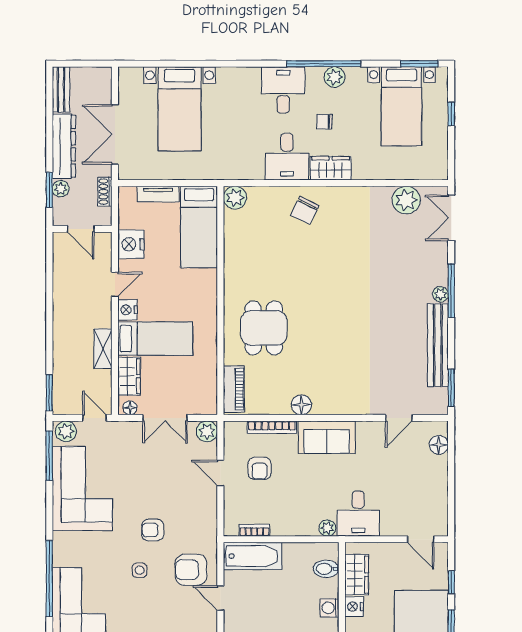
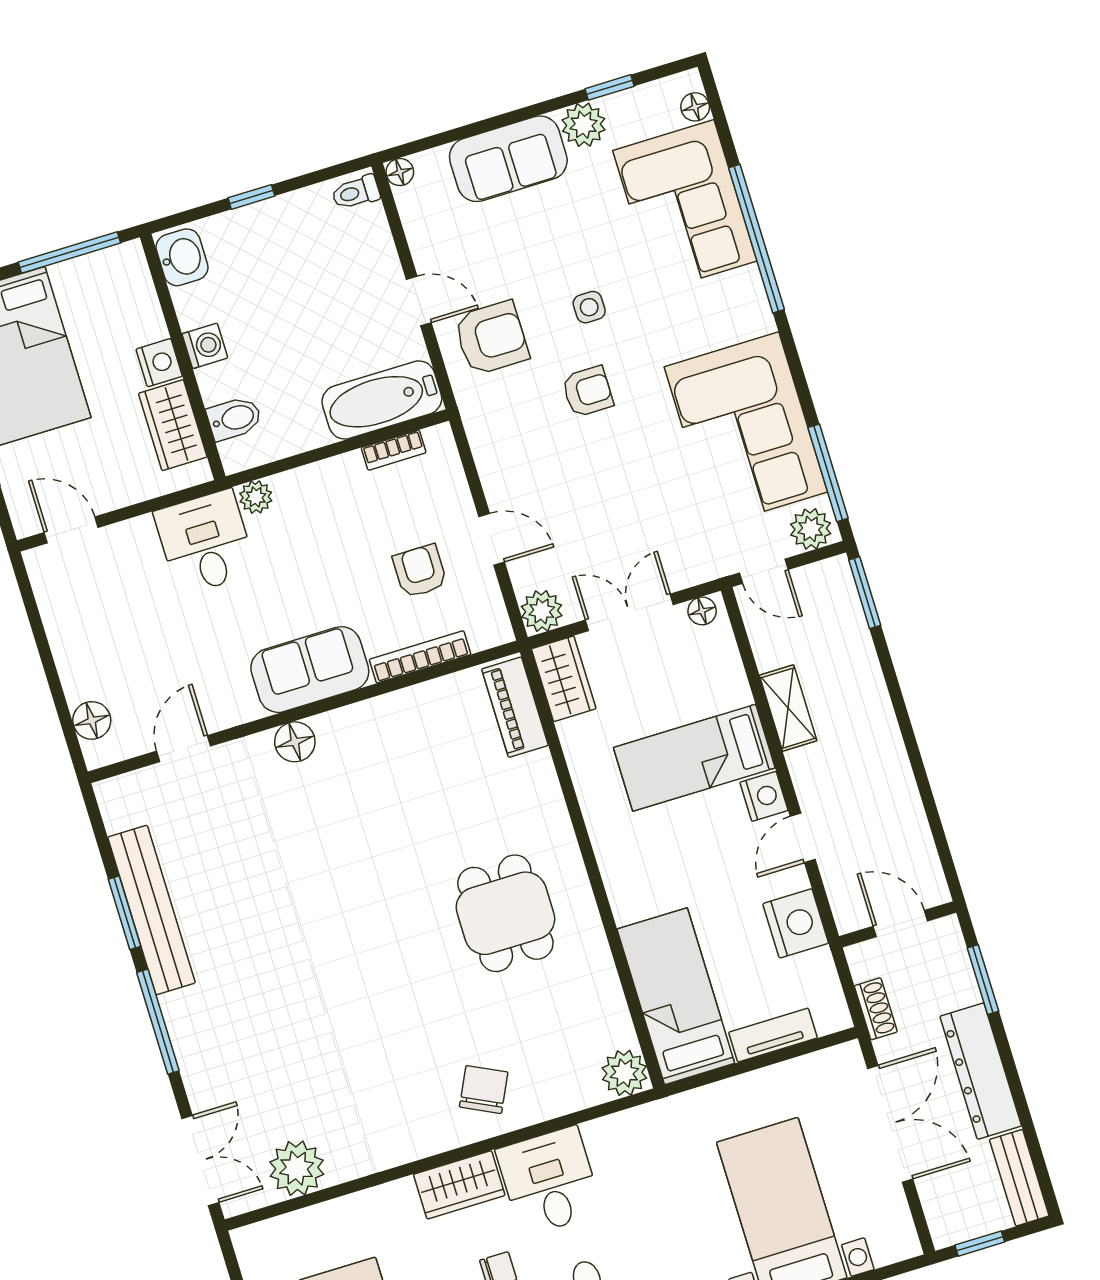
window: (90, 64) -> (980, 1244), added
plant: (61, 189) -> (962, 989), removed
plant: (440, 294) -> (176, 1009), removed
dining table: (264, 328) -> (505, 913), moved
wardrobe: (129, 376) -> (564, 679), moved, turned 180
window: (451, 388) -> (125, 913), moved
floor lamp: (301, 405) -> (295, 742), moved

